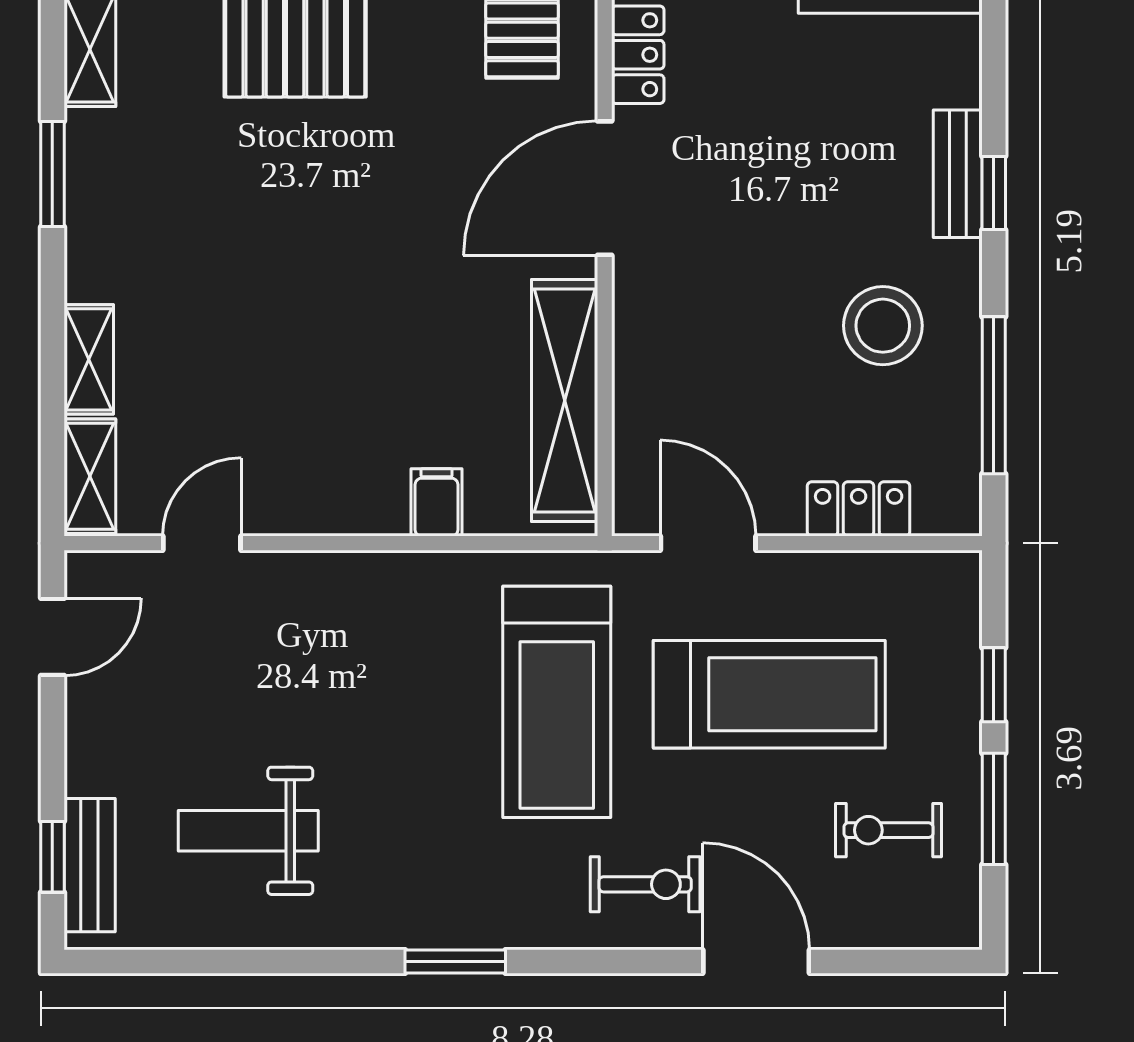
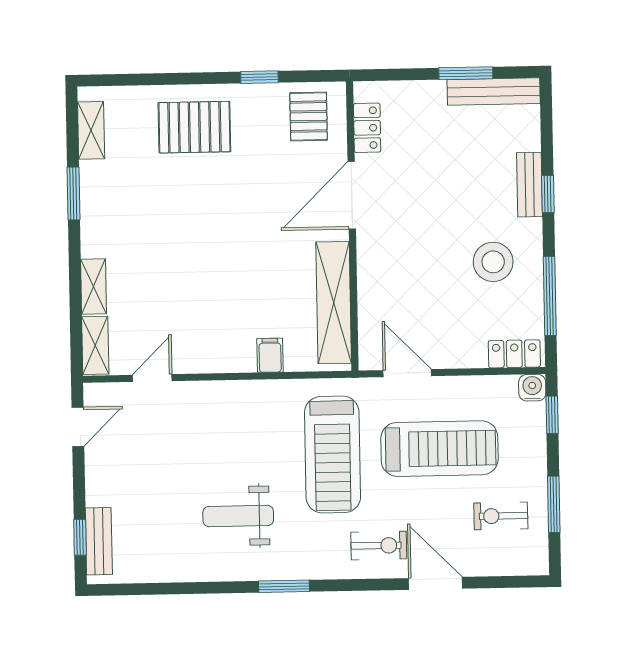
locker: (859, 509) -> (514, 354), moved
water cooler: (956, 577) -> (532, 388), added
window: (994, 685) -> (552, 415), moved
weight bench: (248, 831) -> (238, 516), moved

